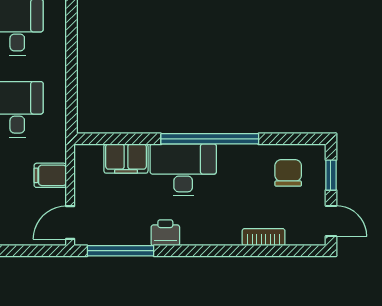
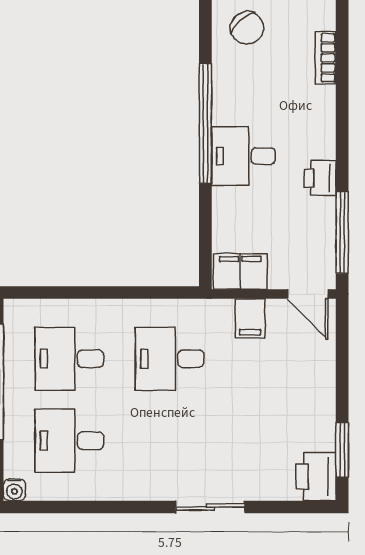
filing cabinet: (126, 159) -> (240, 271), moved, turned -90
desk: (183, 170) -> (243, 156), width x0.73
chair: (288, 173) -> (247, 28), turned -131

